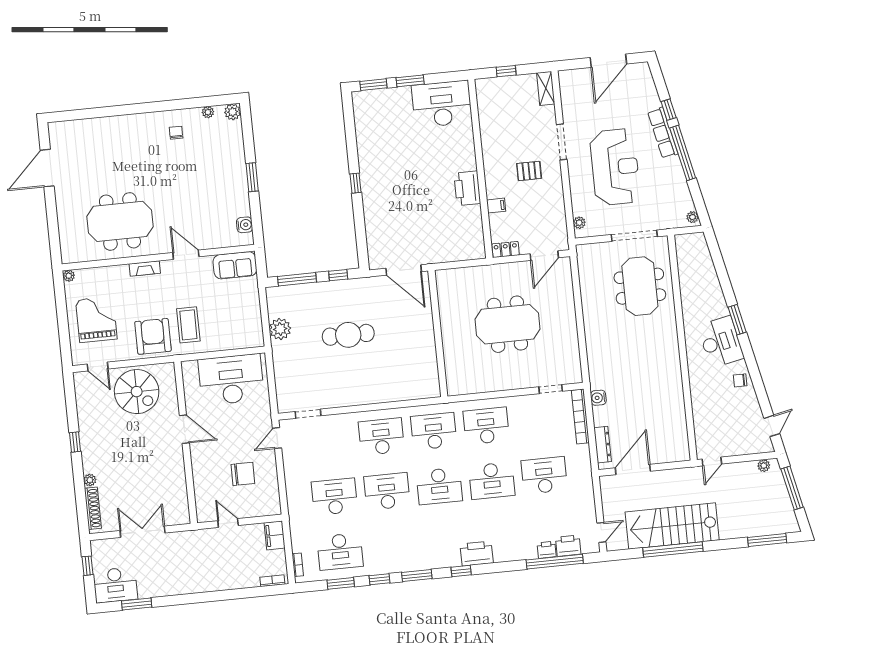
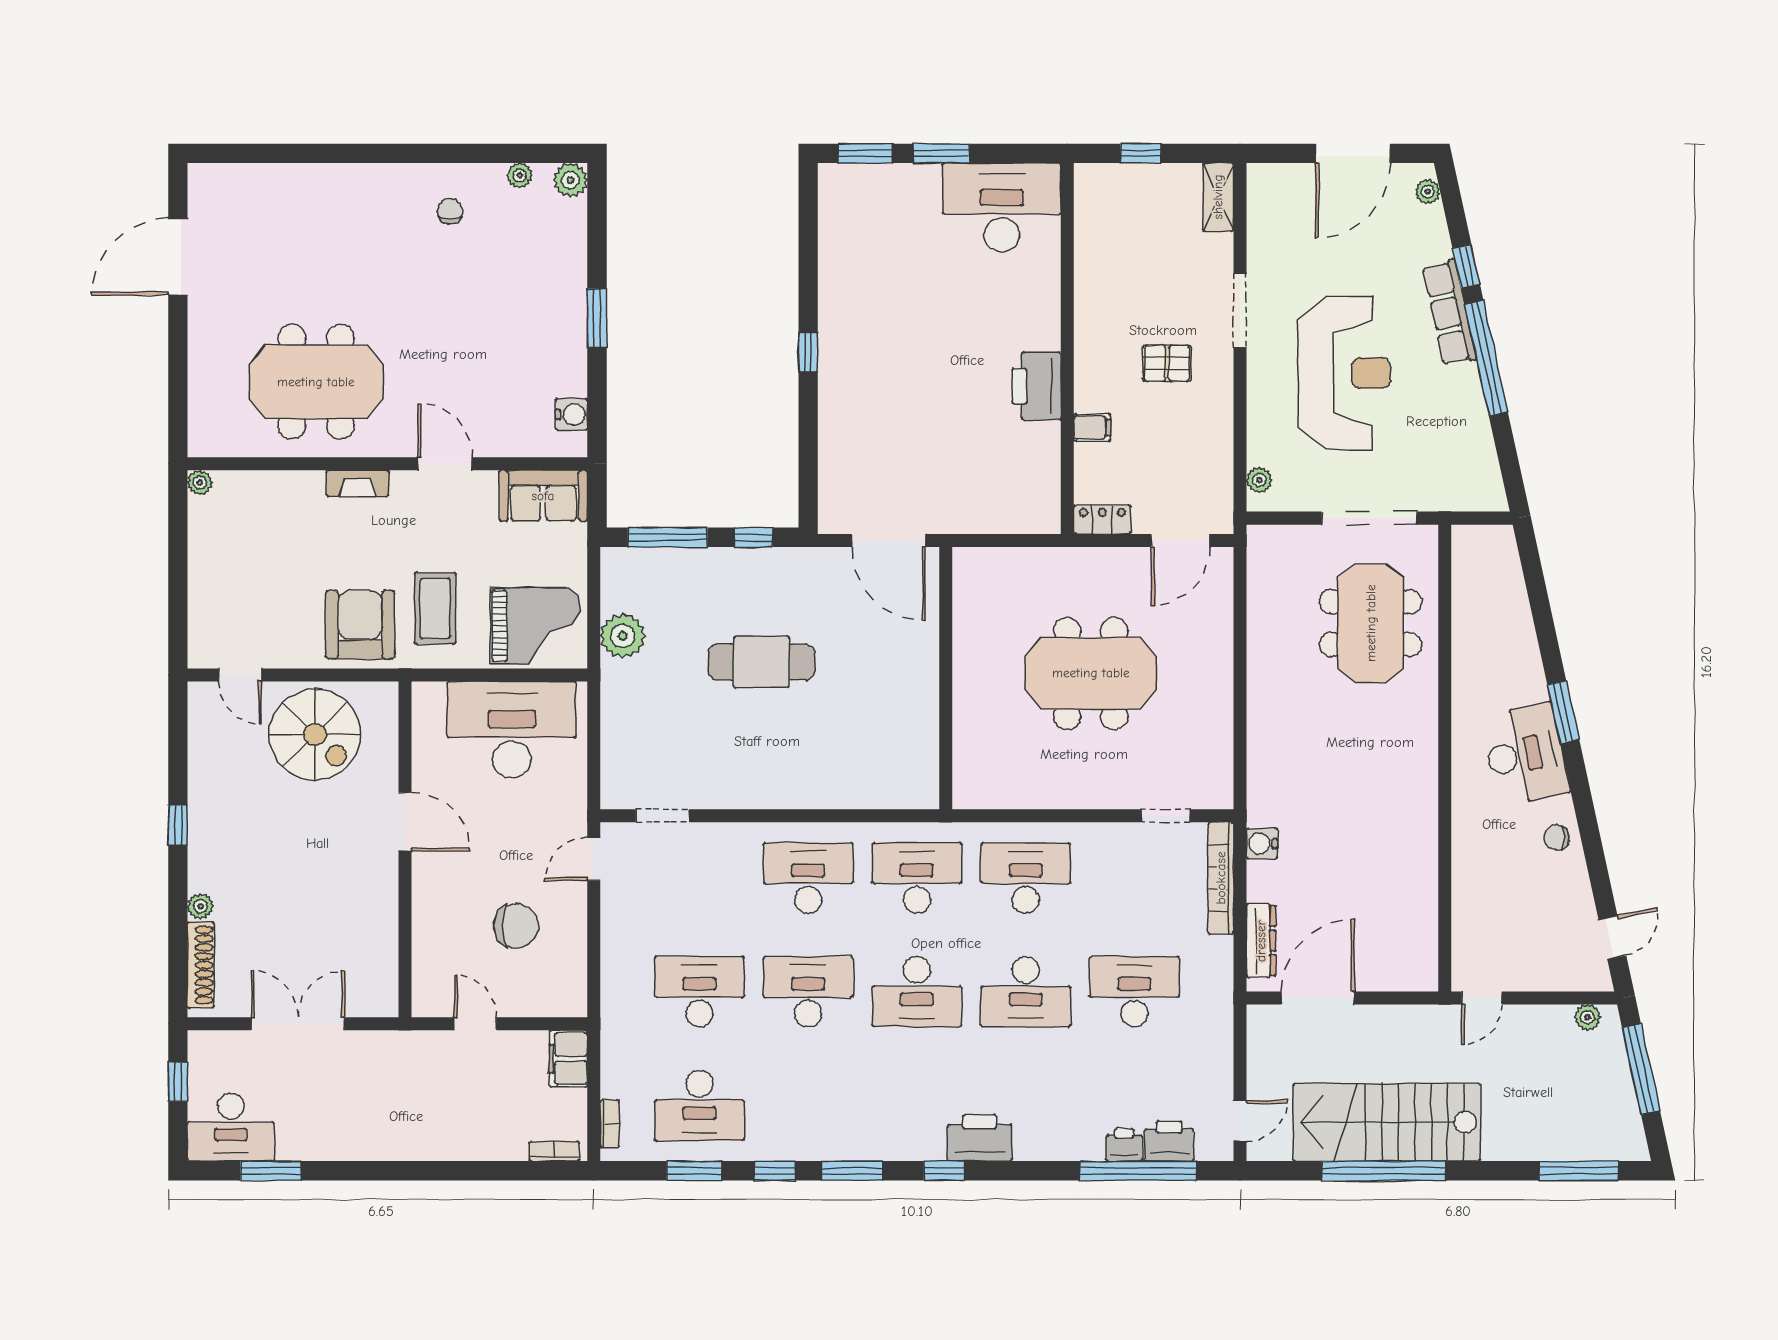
plant: (693, 217) -> (1428, 192), moved
grand piano: (96, 319) -> (535, 626), moved, turned 90

